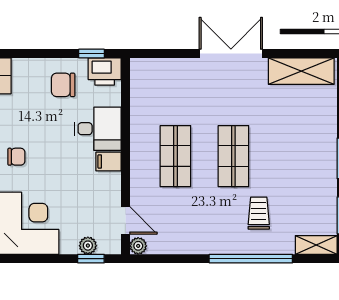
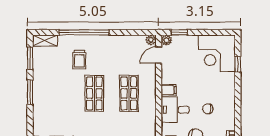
chair: (16, 157) -> (208, 109), moved
door: (125, 220) -> (159, 55), hinge flipped
plant: (88, 246) -> (166, 40), moved

